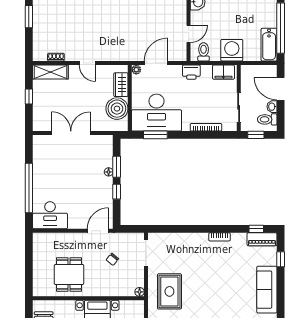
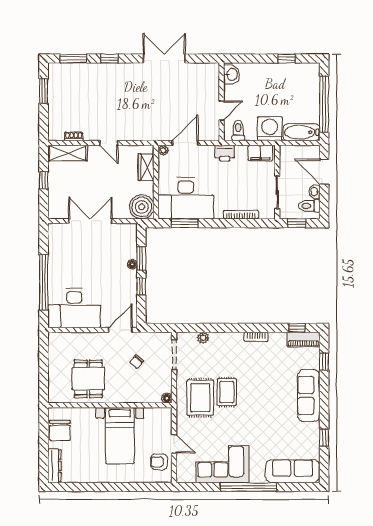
bathtub: (269, 45) -> (301, 132), moved, turned 90
boiler: (117, 109) -> (142, 207), moved
desk: (50, 215) -> (74, 308), width x1.36, depth x1.30
plant: (172, 238) -> (203, 338), added
rug: (193, 286) -> (227, 392), added

